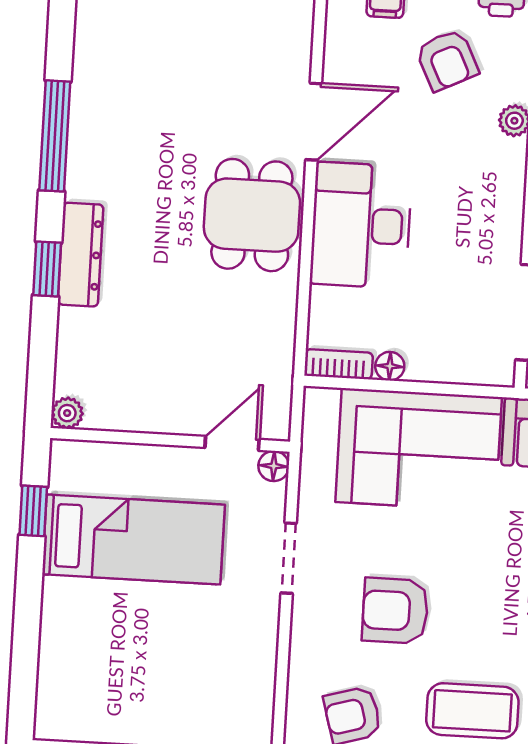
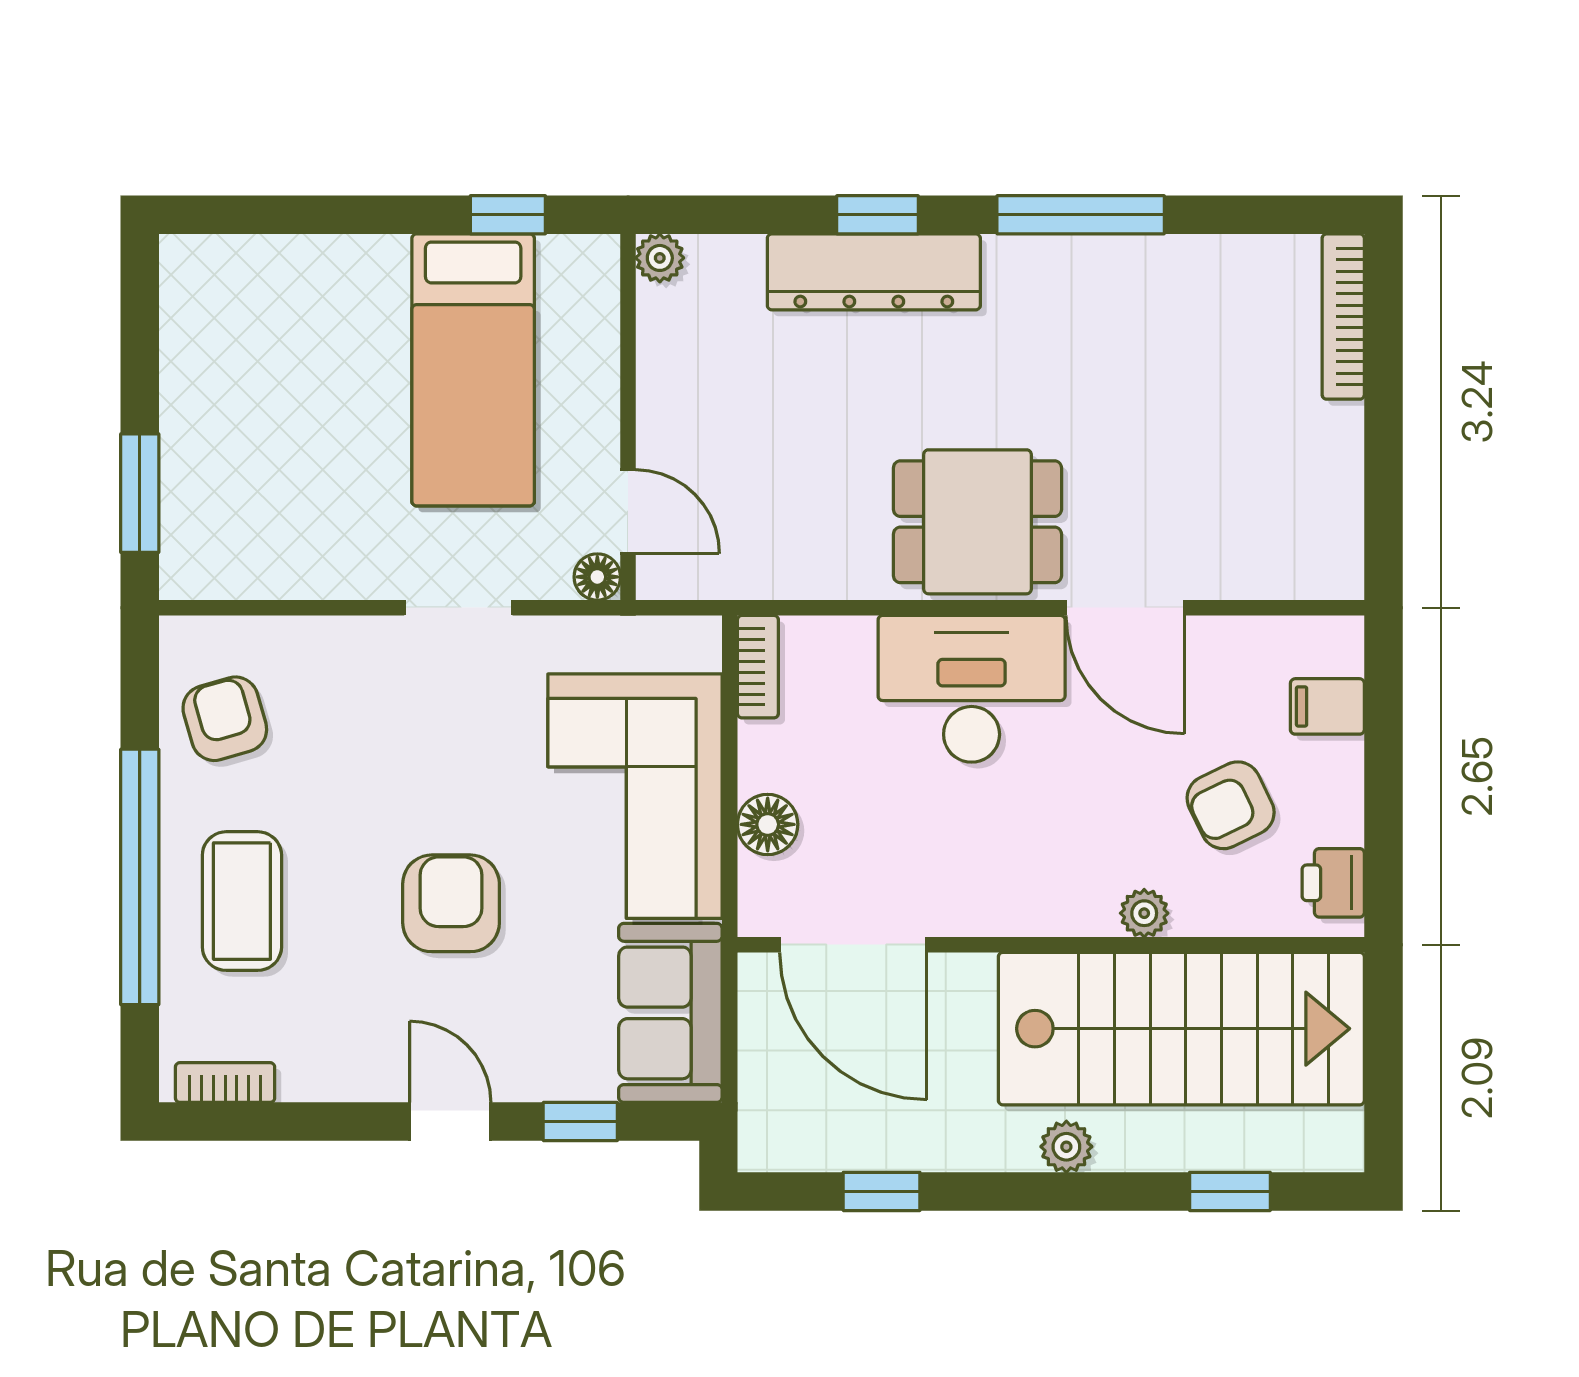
dresser: (81, 255) -> (874, 272), width x1.37, depth x1.24
floor lamp: (390, 366) -> (768, 824), moved, width x1.37, depth x1.37
armchair: (395, 611) -> (451, 903), moved

